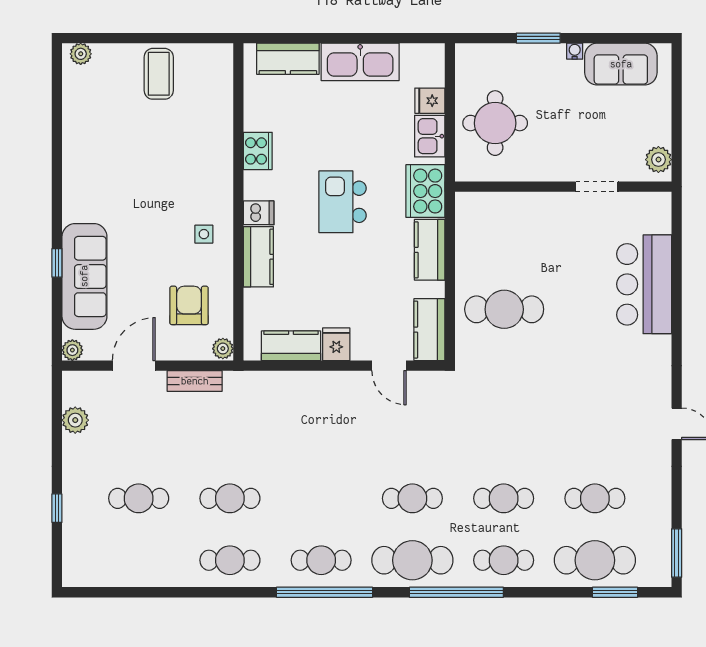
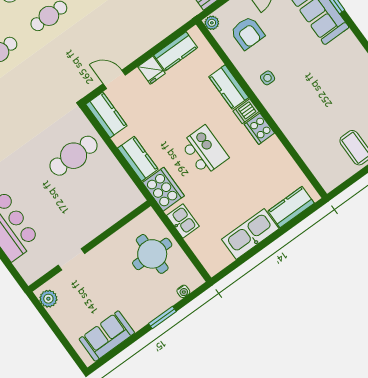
water cooler: (575, 51) -> (183, 291), moved
fridge: (430, 101) -> (197, 240), removed
cooker: (258, 151) -> (259, 129), moved

